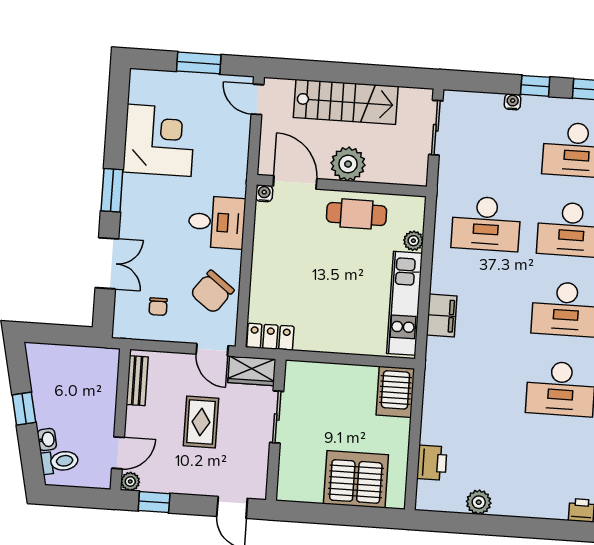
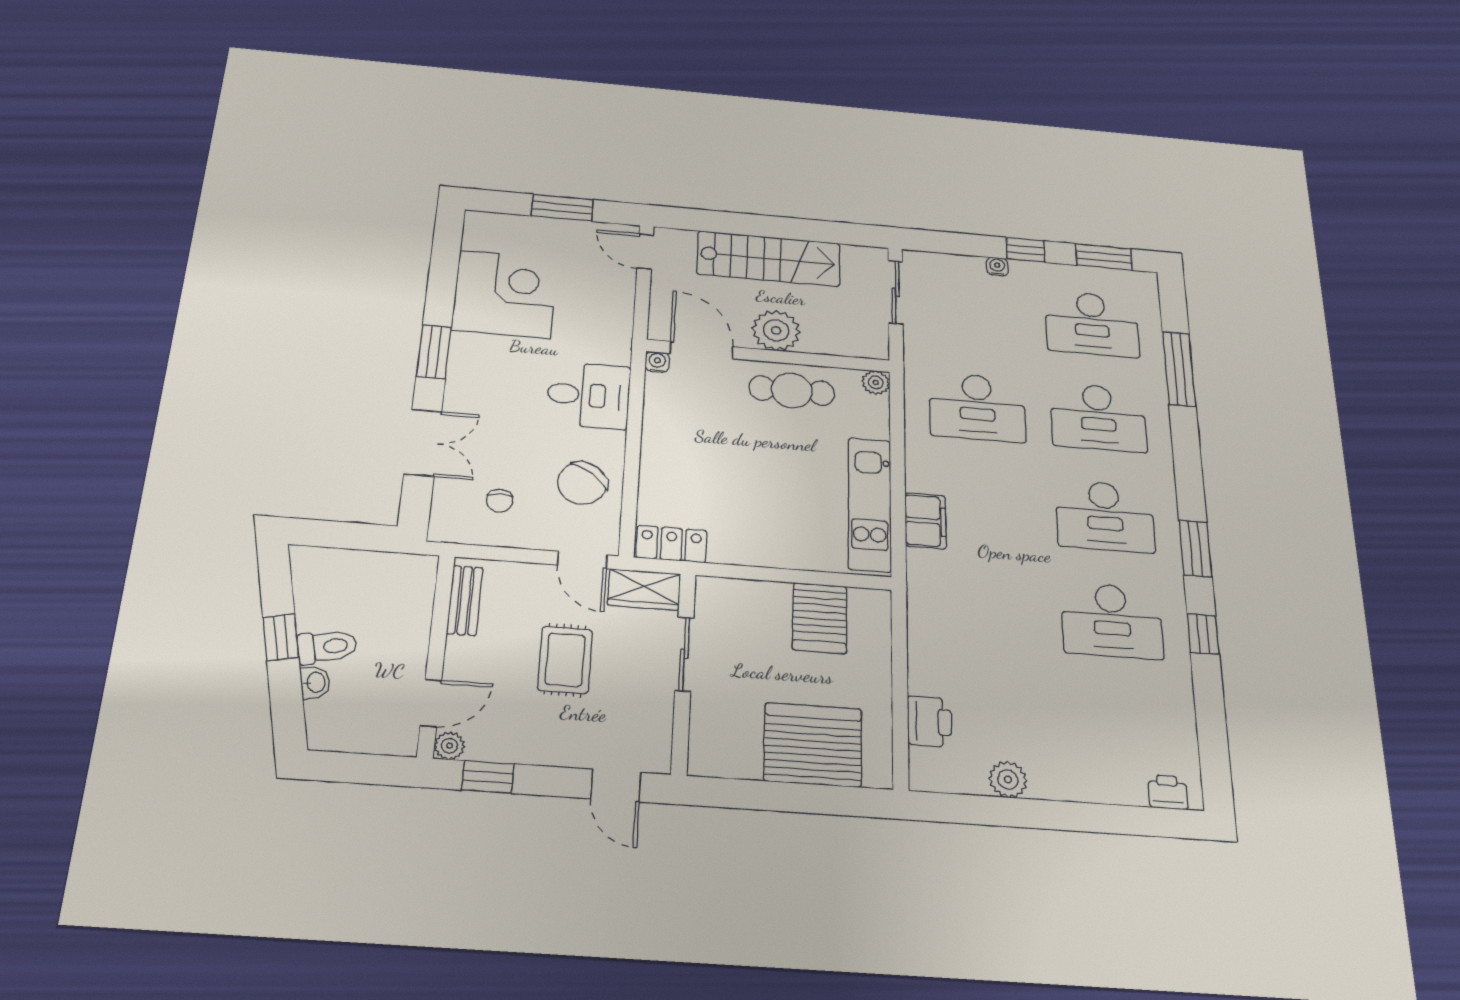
plant: (413, 241) -> (876, 382), moved
server rack: (395, 392) -> (820, 618), moved
toilet: (60, 462) -> (327, 647), moved

